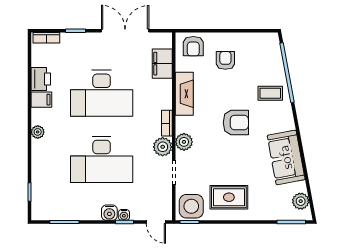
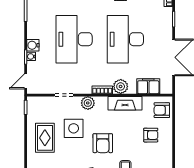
plant: (163, 147) -> (121, 86), moved
side table: (191, 206) -> (74, 128), moved

